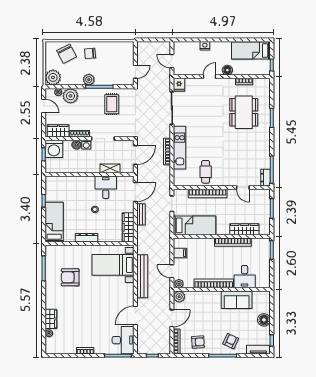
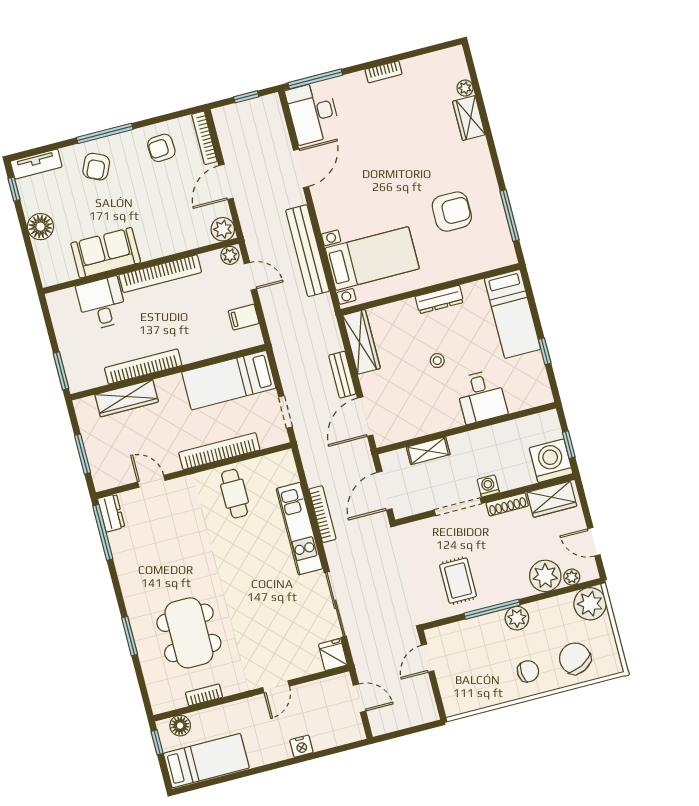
floor lamp: (227, 70) -> (180, 726), moved
boiler: (76, 145) -> (508, 481), removed
desk: (106, 187) -> (481, 397), moved

